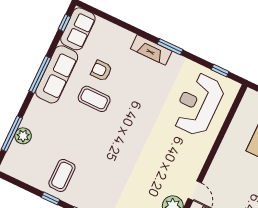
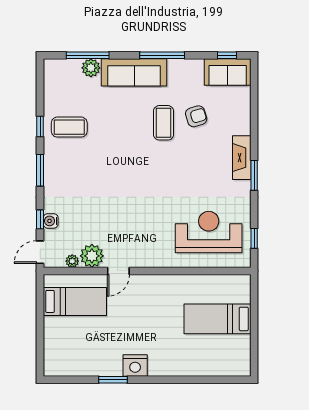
armchair: (101, 71) -> (196, 116), turned 73
sofa: (57, 74) -> (134, 72), moved

